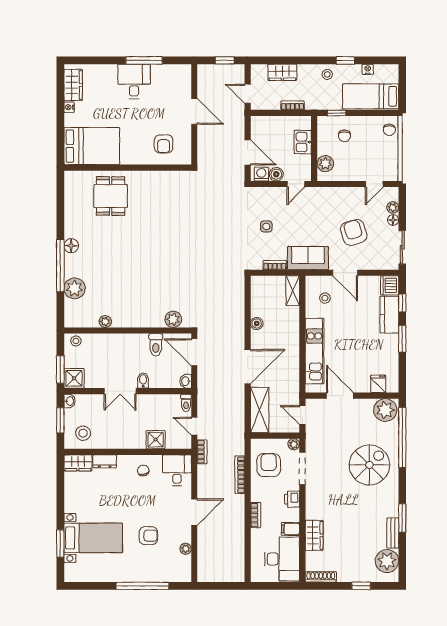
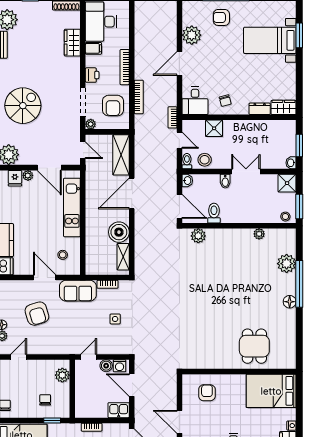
kitchen sink: (303, 142) -> (119, 410), moved, turned -90
shelving: (293, 291) -> (123, 257), moved
boiler: (257, 323) -> (119, 232), width x1.86, depth x1.86
window: (60, 369) -> (299, 206), moved
plant: (364, 387) -> (28, 175), added
stool: (83, 433) -> (205, 160), moved
spiral stairs: (369, 465) -> (23, 106), turned 180
bookcase: (256, 515) -> (125, 67), width x1.56
armchair: (148, 536) -> (221, 17), moved
plant: (186, 549) -> (192, 35), width x1.88, depth x1.88

